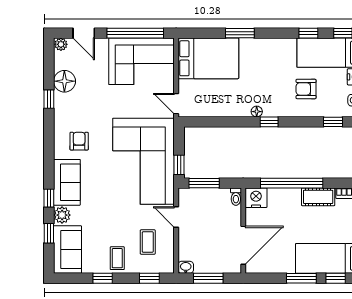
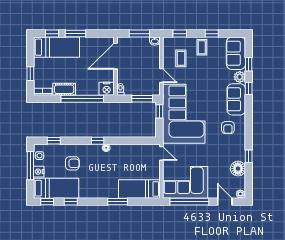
bed: (208, 58) -> (139, 189), width x0.67

